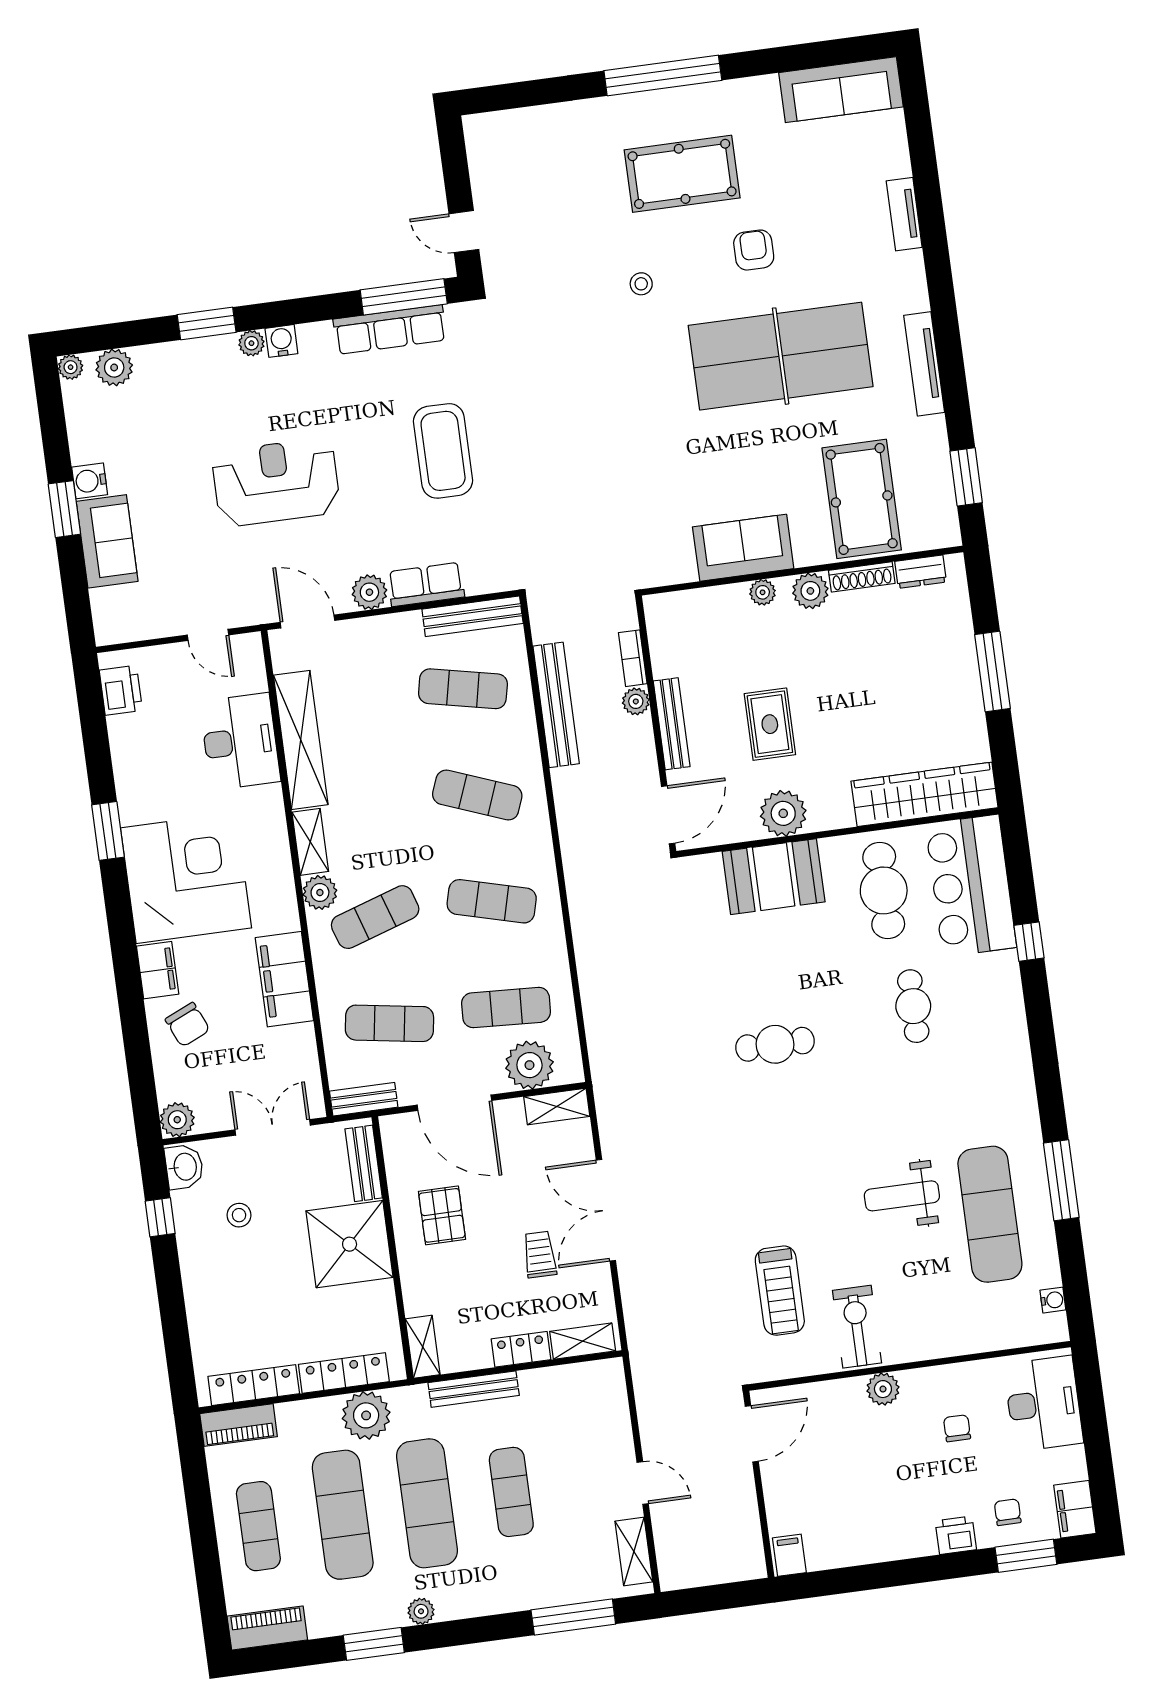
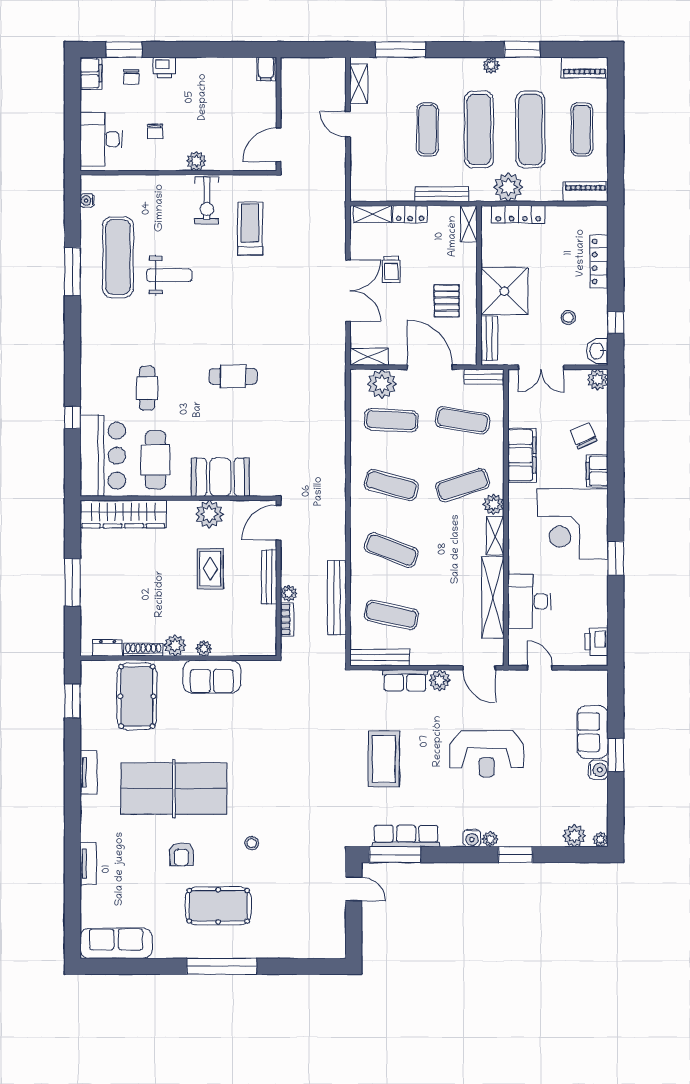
tv unit: (924, 364) -> (88, 772), width x0.71
locker: (254, 1385) -> (599, 261), moved, turned 90

